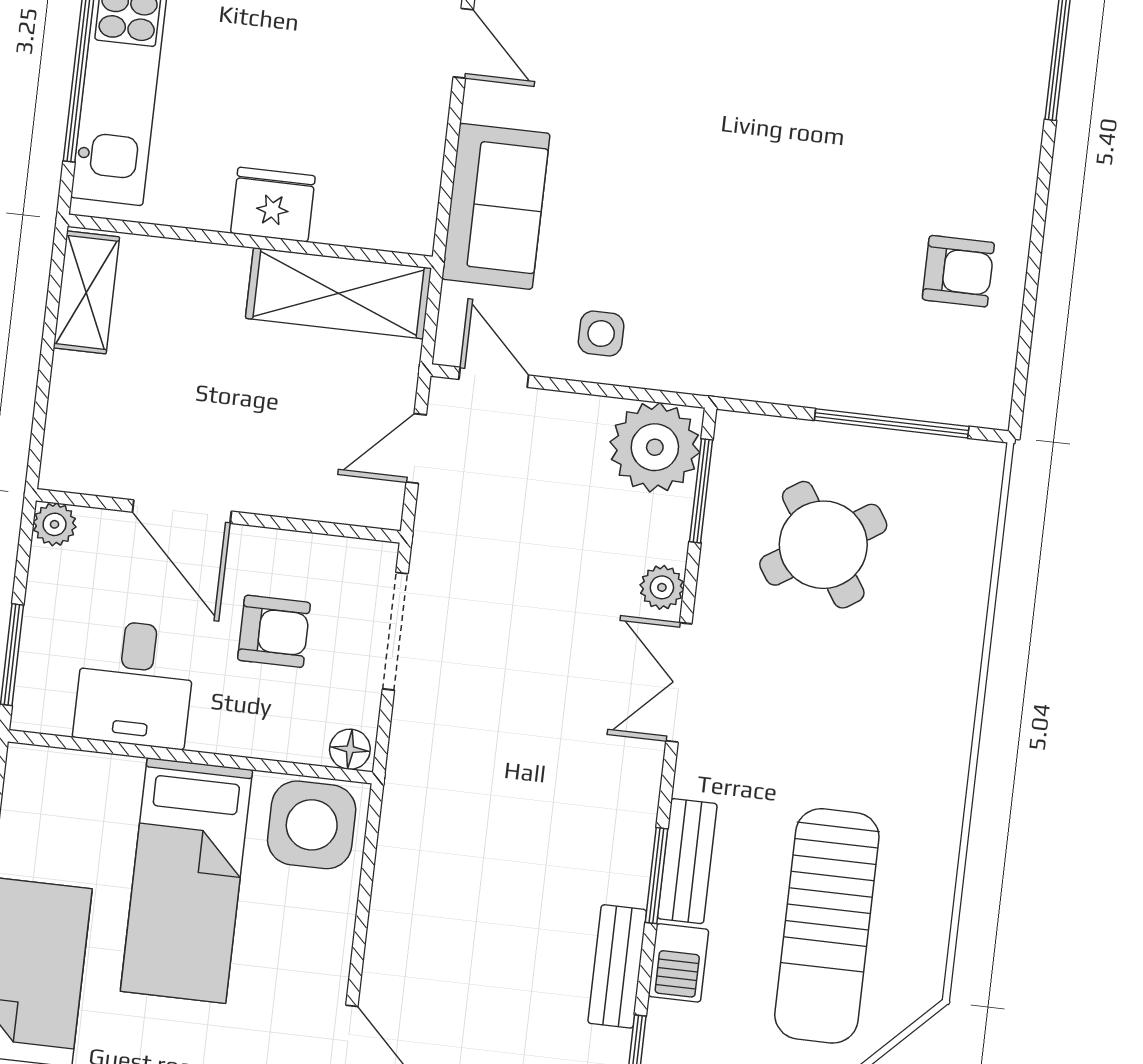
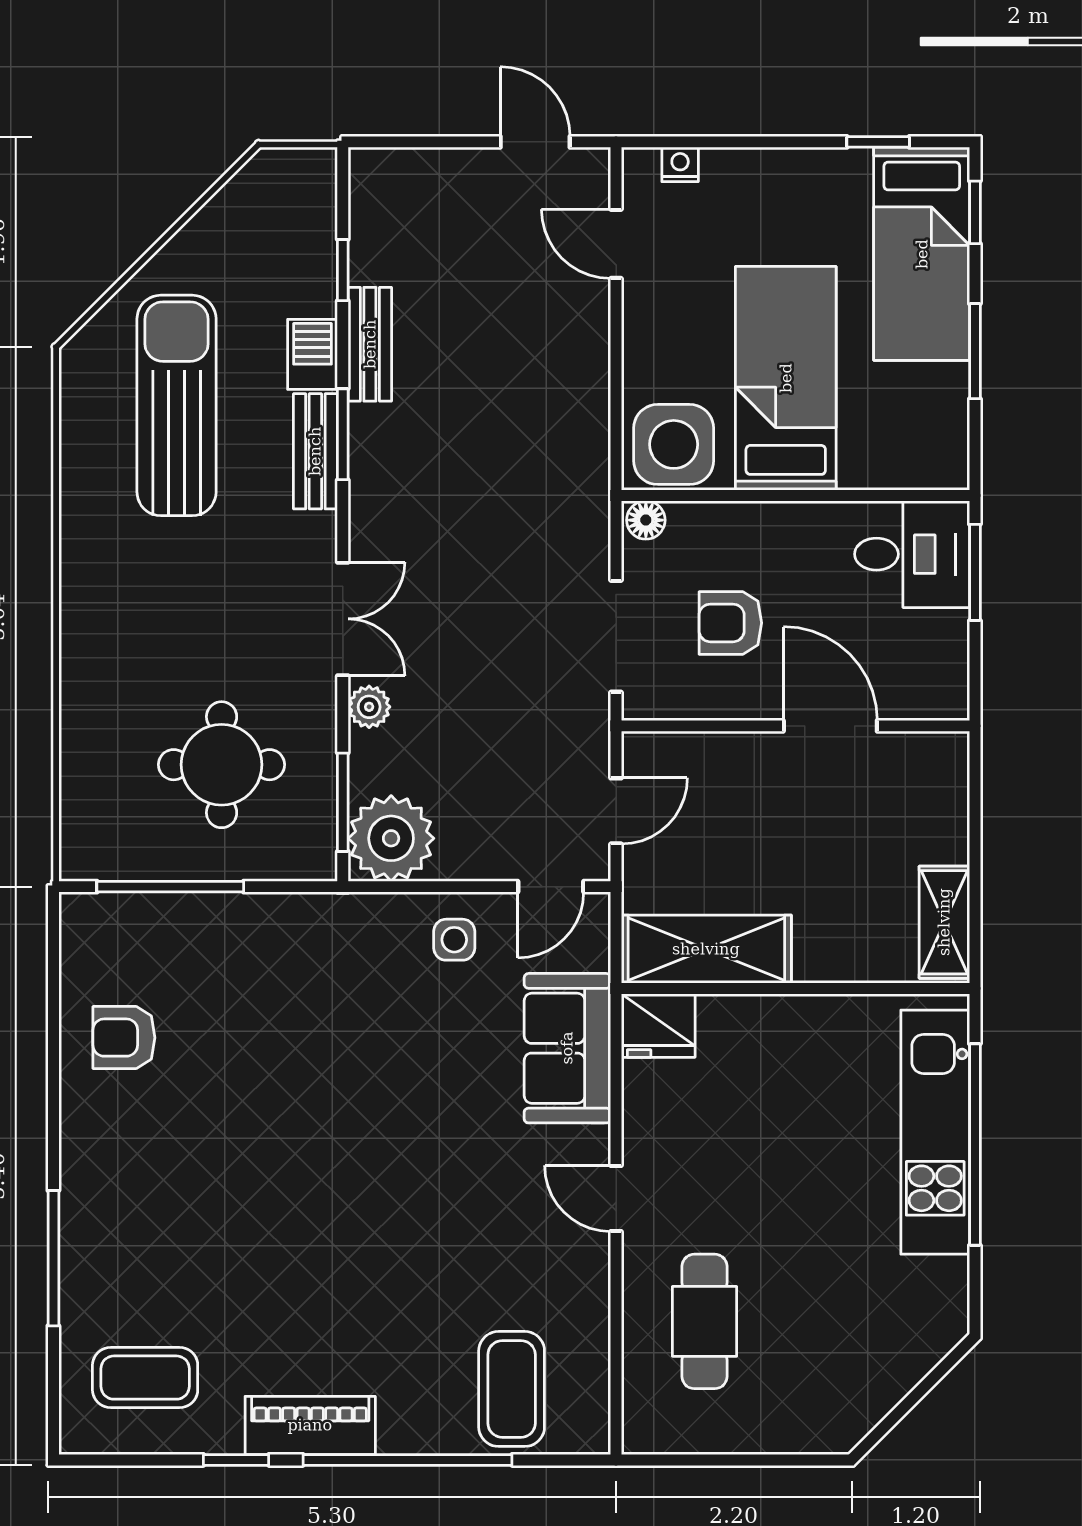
fridge: (273, 205) -> (658, 1026), moved
door: (494, 377) -> (551, 887), hinge flipped
plant: (55, 524) -> (949, 700), removed
round table: (823, 545) -> (222, 765), turned 33
desk: (135, 684) -> (912, 554), moved, turned 90

